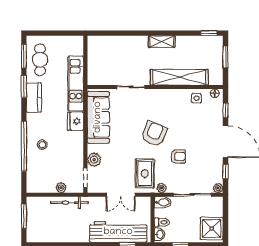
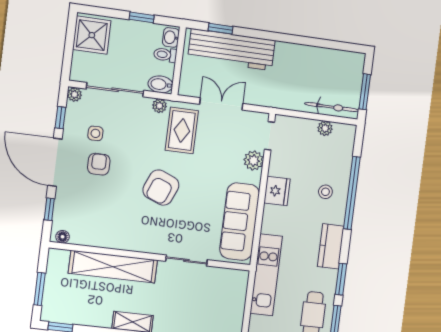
kitchen counter: (34, 98) -> (331, 246), moved
side table: (197, 98) -> (95, 133), moved
fridge: (76, 121) -> (277, 191), moved
armchair: (178, 156) -> (99, 164), moved, turned 90
plant: (61, 188) -> (325, 128), moved
bicycle: (69, 203) -> (332, 107), moved

